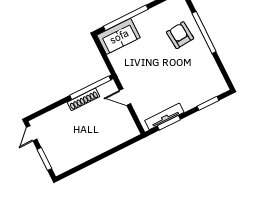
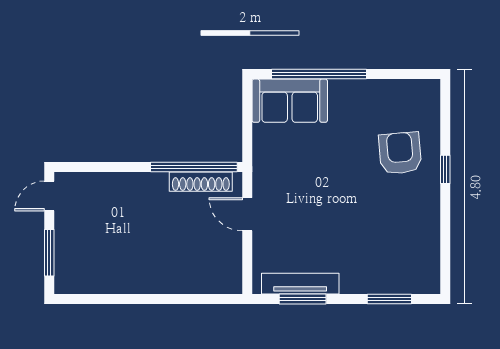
window: (204, 32) -> (445, 169), width x0.32
shoe rack: (83, 99) -> (201, 182), moved

